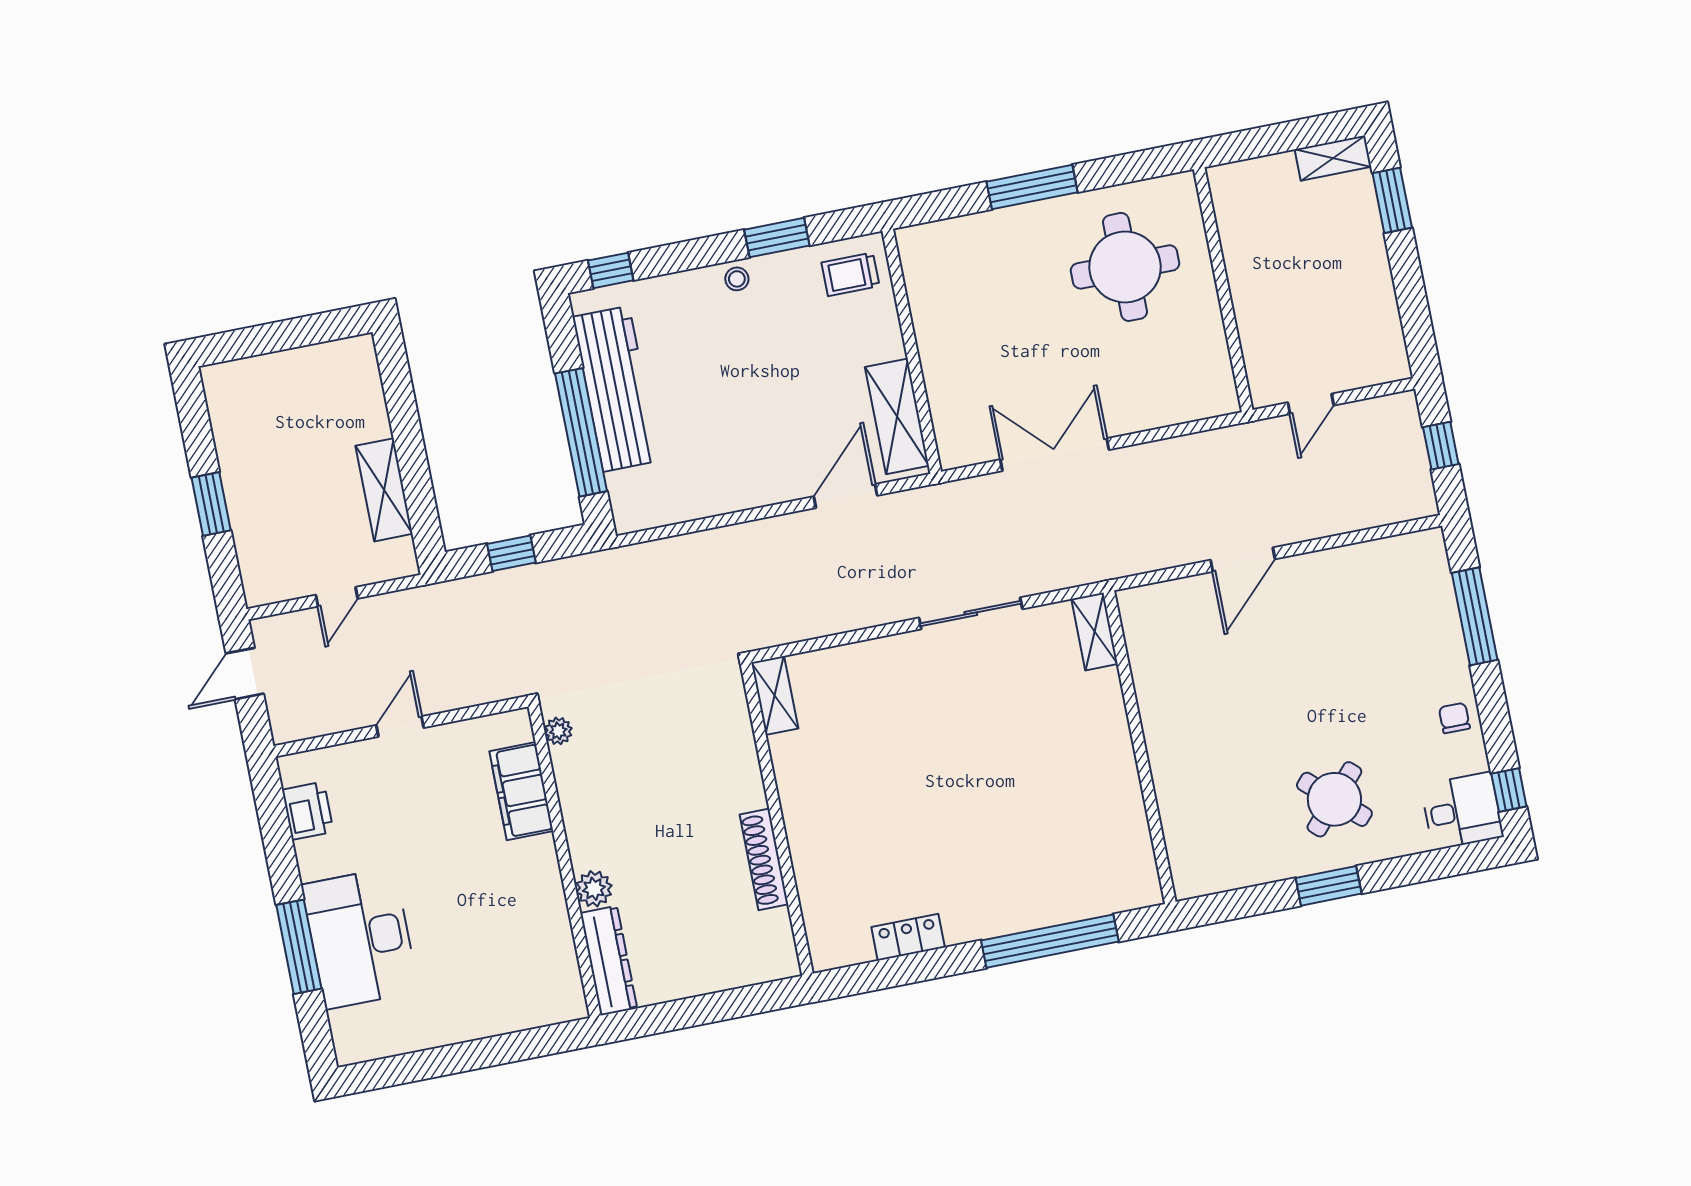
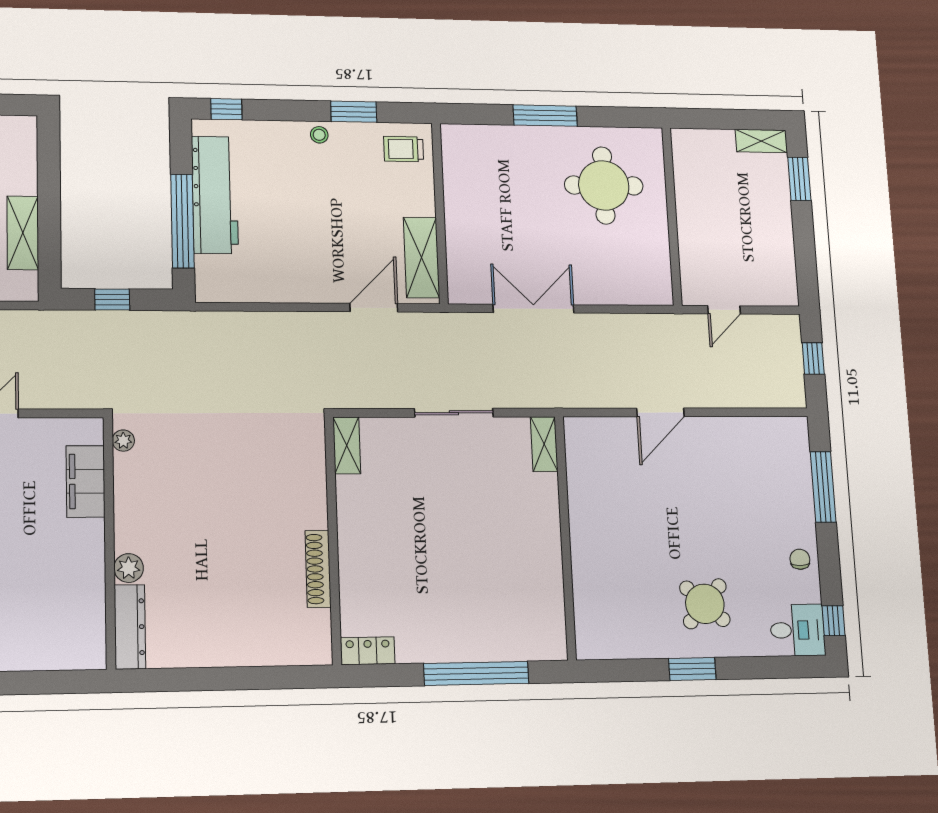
shelving: (775, 696) -> (347, 445), moved
wall: (777, 819) -> (333, 540), moved
shoe rack: (764, 859) -> (318, 569), moved

